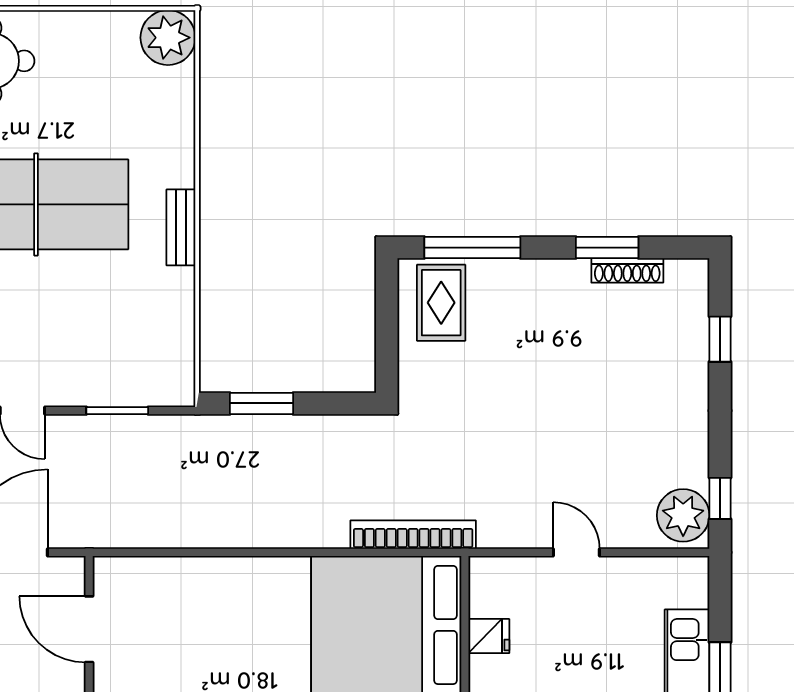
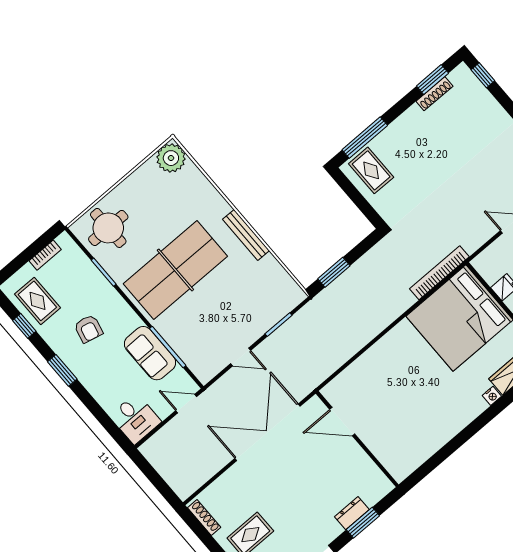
bench: (181, 227) -> (246, 235), width x1.36
window: (607, 248) -> (432, 80), moved
window: (720, 339) -> (483, 75), moved

